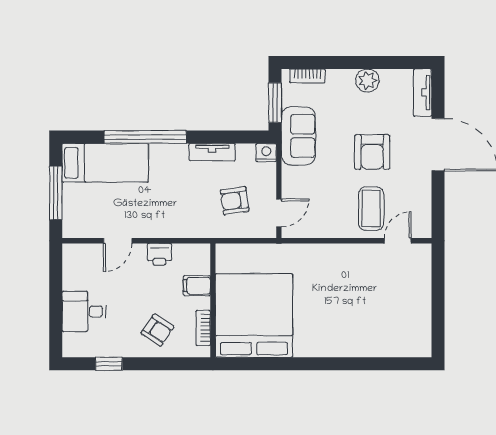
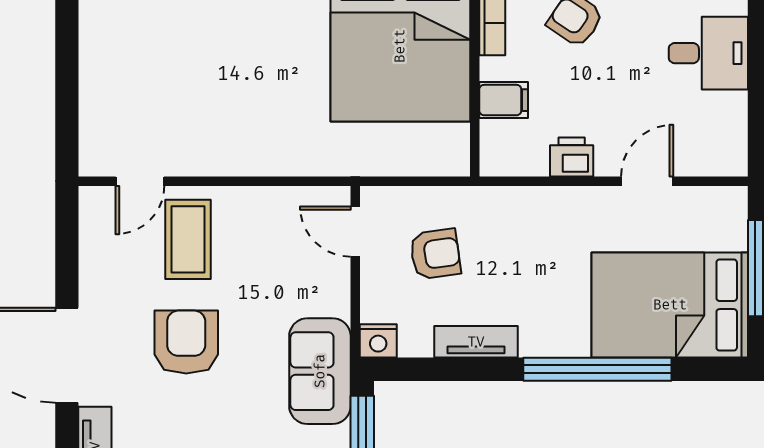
bed: (105, 163) -> (670, 305), width x1.50
door: (279, 213) -> (355, 232), hinge flipped

